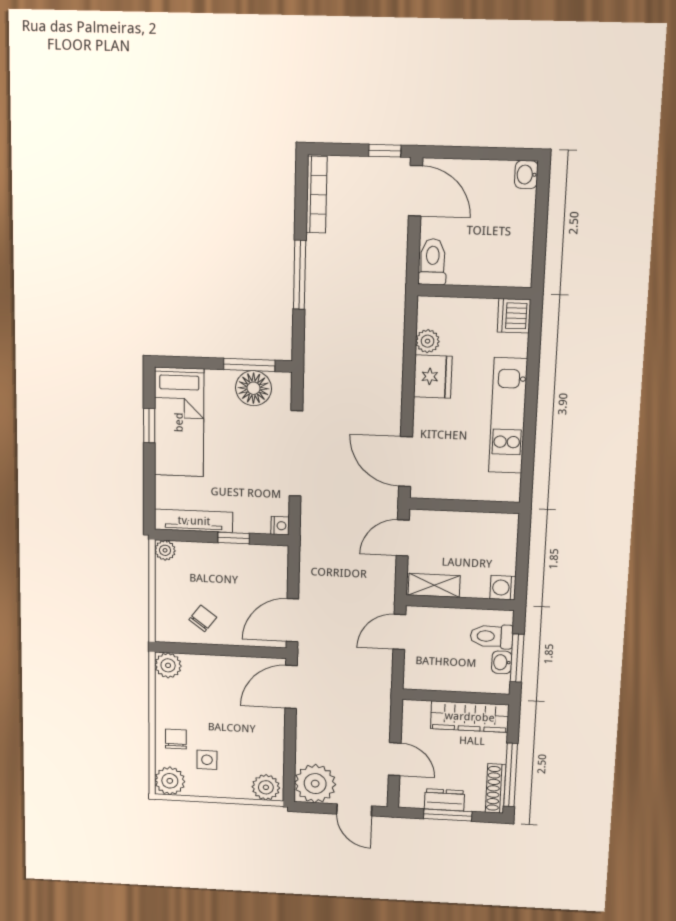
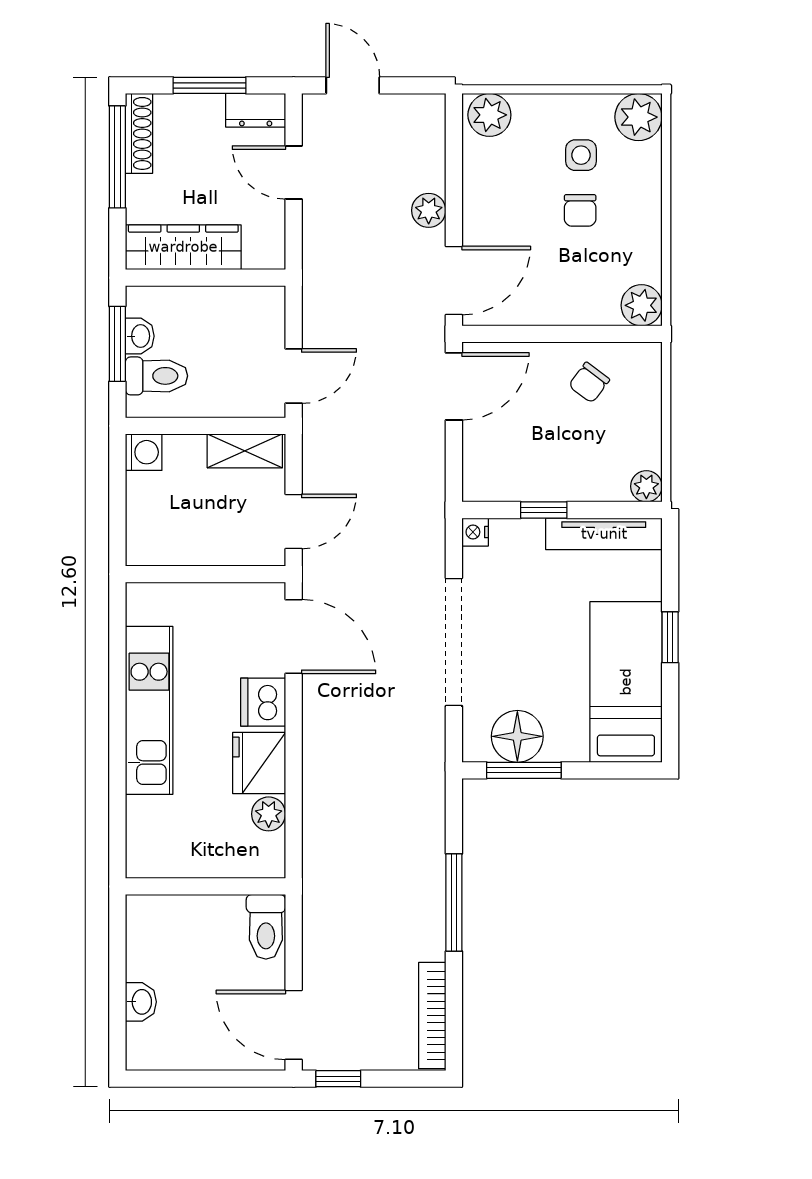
washbasin: (526, 175) -> (141, 1002), moved
dishwasher: (514, 316) -> (263, 702), moved, turned 180
window: (149, 426) -> (670, 637), moved
chair: (176, 739) -> (580, 210), moved
plant: (315, 784) -> (429, 210), moved, width x0.53, depth x0.53
dresser: (444, 800) -> (256, 110), moved

